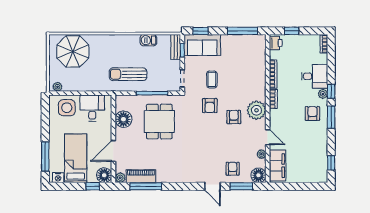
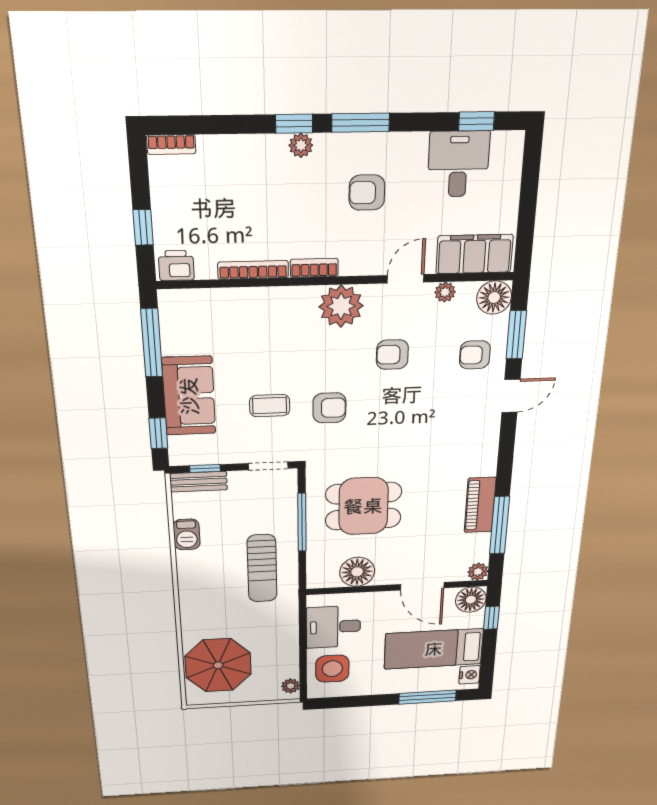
sofa: (202, 45) -> (189, 396), moved
desk: (315, 76) -> (458, 164), moved
armchair: (312, 114) -> (367, 193), moved
armchair: (234, 117) -> (392, 355), moved
piano: (141, 176) -> (480, 505), moved

